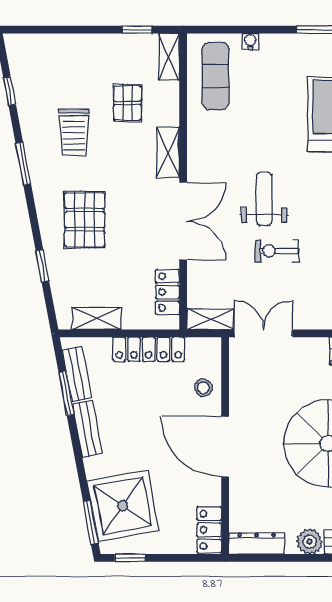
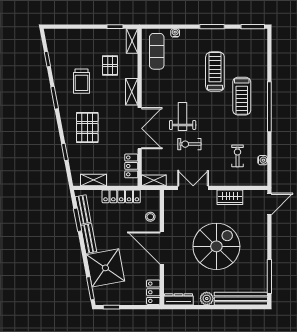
double door: (263, 333) -> (193, 188), moved
shower: (123, 506) -> (105, 268), moved

